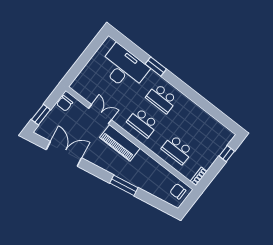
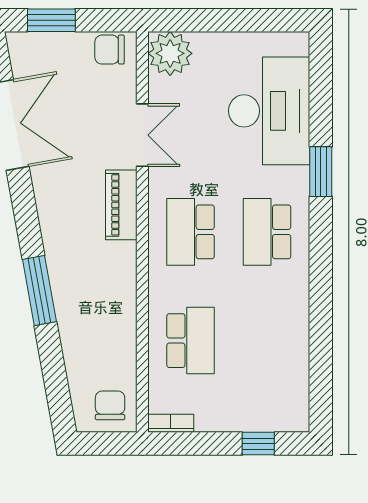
plant: (81, 85) -> (170, 53), added
piano: (120, 143) -> (121, 205), width x0.73, depth x0.75
school desk: (177, 150) -> (191, 341), turned 180

